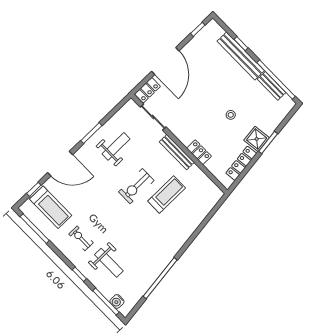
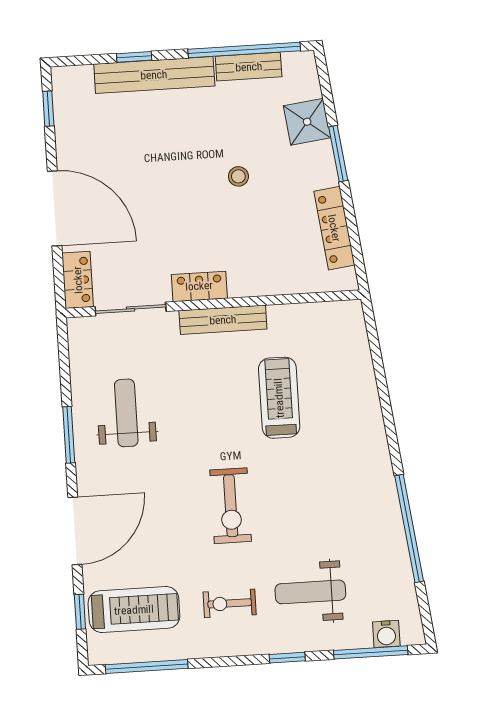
shower: (257, 139) -> (307, 122), moved
locker: (199, 152) -> (199, 286), moved
exercise bike: (136, 186) -> (231, 506), moved
weight bench: (109, 263) -> (310, 592), turned 180

